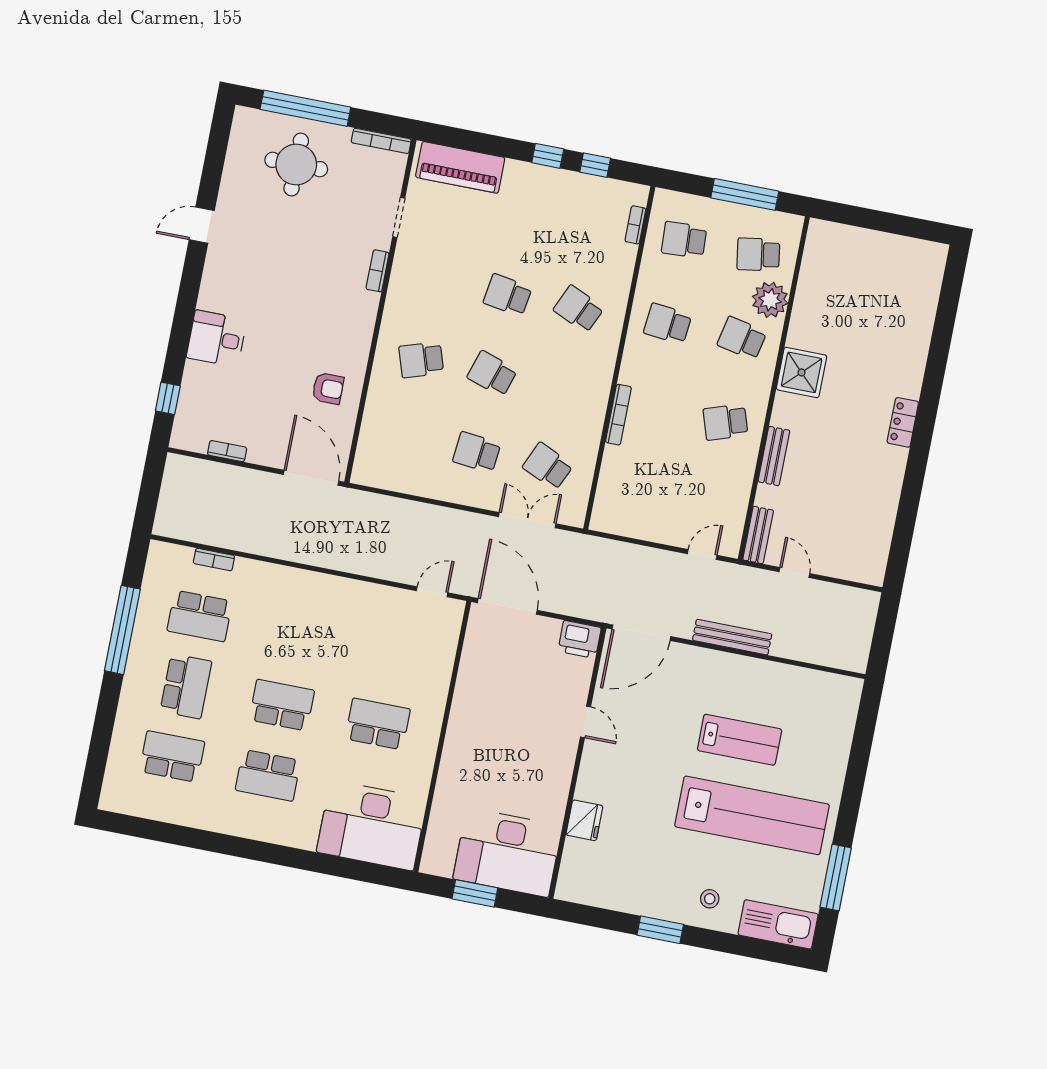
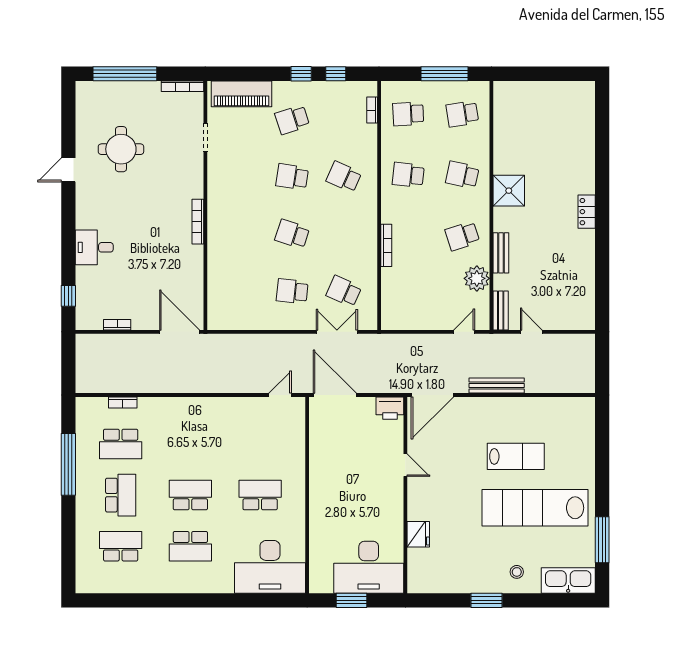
round table: (296, 165) -> (121, 149), moved
bookcase: (378, 271) -> (198, 222), moved, width x1.56
plant: (770, 300) -> (477, 278), moved
school desk: (421, 360) -> (292, 120), moved
armchair: (328, 388) -> (179, 267), removed
lab bench: (752, 815) -> (535, 508), turned 180

